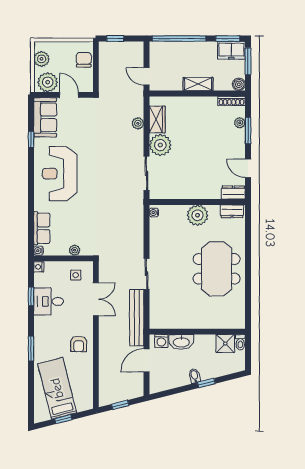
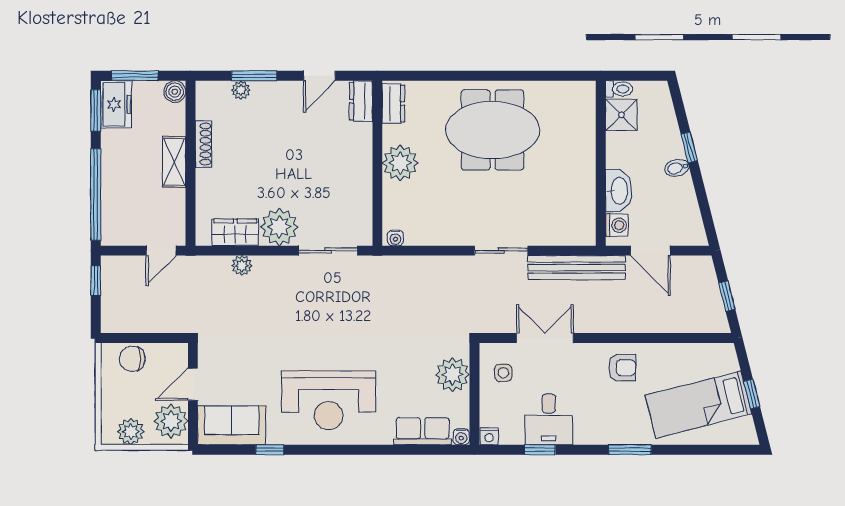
window: (115, 39) -> (96, 280), moved
shoe rack: (231, 101) -> (203, 144), moved
plant: (75, 250) -> (452, 375), width x1.88, depth x1.88

